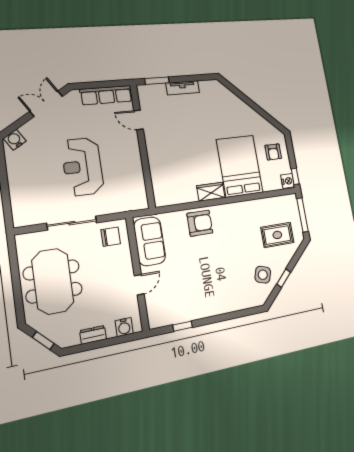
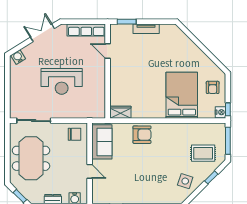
reception desk: (82, 167) -> (62, 81), turned -90
wardrobe: (211, 192) -> (120, 112), moved
sliding door: (72, 223) -> (34, 121), moved
window: (284, 278) -> (211, 177), moved
door: (139, 285) -> (90, 171), hinge flipped

